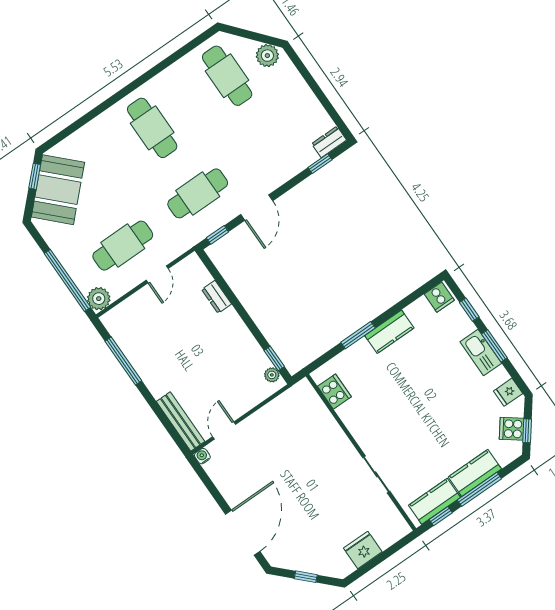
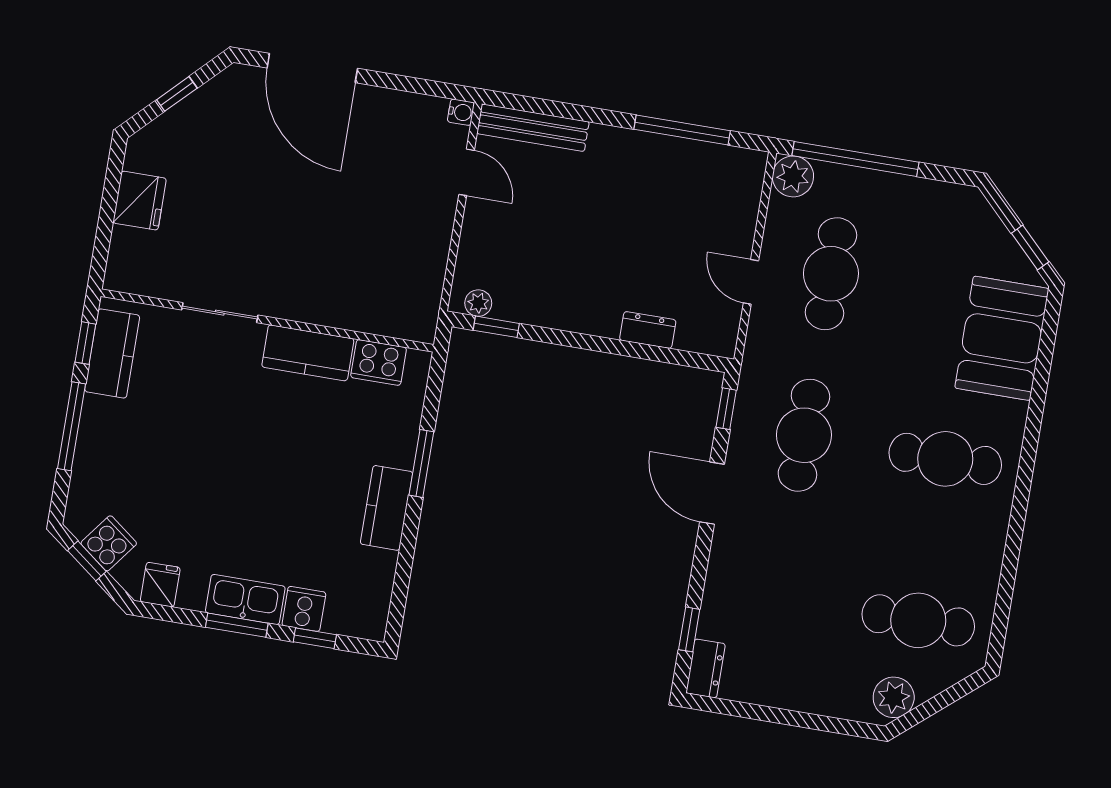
booth: (58, 190) -> (1002, 338), moved, turned 45
cooker: (439, 297) -> (304, 609), moved, turned 90
kitchen counter: (475, 473) -> (308, 353), moved, turned 90

